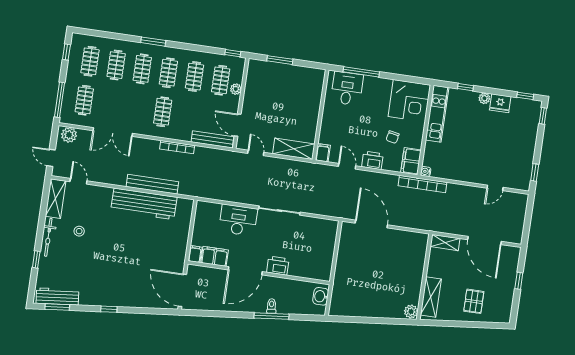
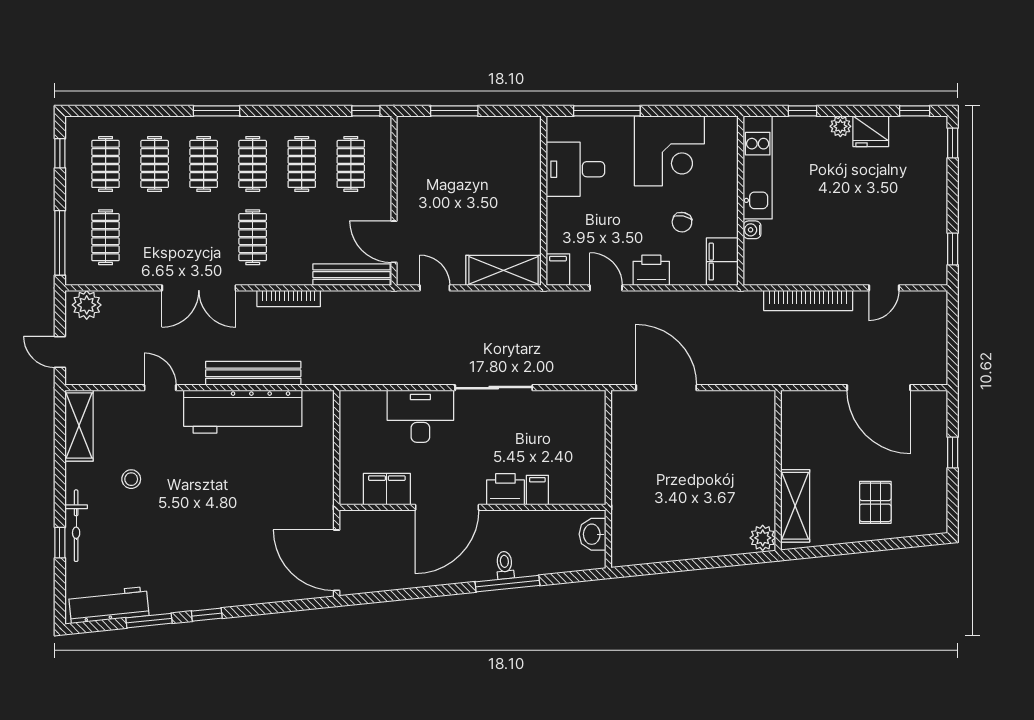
desk: (347, 88) -> (575, 169), moved, turned -90
plant: (236, 89) -> (381, 176), removed
corner desk: (409, 101) -> (669, 151), moved
double door: (113, 132) -> (199, 288), moved
water cooler: (426, 171) -> (752, 230), moved
door: (78, 181) -> (160, 388), moved
bookcase: (423, 184) -> (808, 300), moved
bicycle: (48, 237) -> (76, 526), moved
shelving: (445, 242) -> (807, 402), removed
filing cabinet: (195, 254) -> (537, 490), moved
window: (57, 307) -> (149, 621), moved

